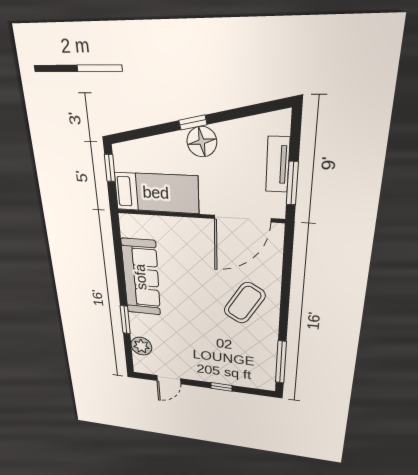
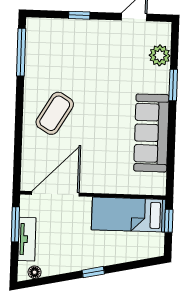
floor lamp: (202, 142) -> (35, 272), moved, width x0.53, depth x0.53
window: (110, 168) -> (169, 221), moved

